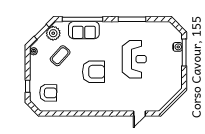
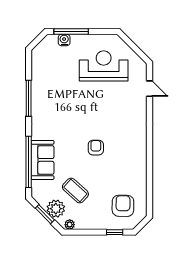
plant: (53, 33) -> (56, 209), moved
reception desk: (134, 59) -> (104, 66), moved
armchair: (94, 72) -> (96, 148), width x0.53, depth x0.53

